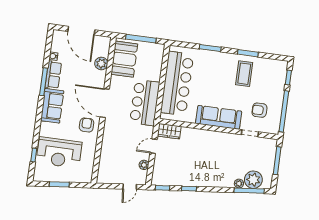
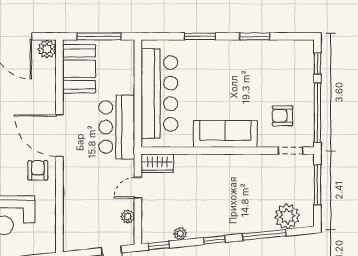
plant: (101, 63) -> (47, 49), moved
coffee table: (244, 74) -> (253, 66), removed
doorway: (250, 133) -> (291, 151), moved
plant: (239, 184) -> (180, 234), moved
window: (189, 189) -> (214, 240), moved
window: (249, 191) -> (264, 235), moved

